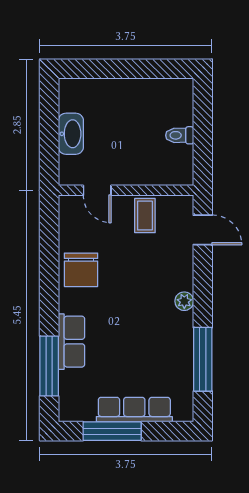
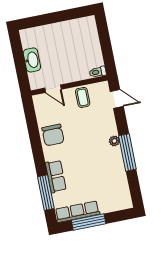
toilet: (180, 135) -> (98, 72), moved
window: (203, 359) -> (127, 152), moved
row of seats: (134, 410) -> (77, 212), moved

